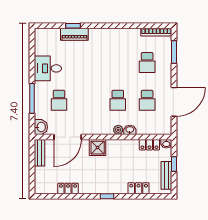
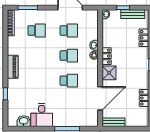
piano: (74, 34) -> (13, 67), moved
school desk: (59, 100) -> (69, 81), moved
washbasin: (41, 127) -> (24, 121), moved
door: (68, 137) -> (100, 98), hinge flipped
locker: (149, 145) -> (107, 56), moved

